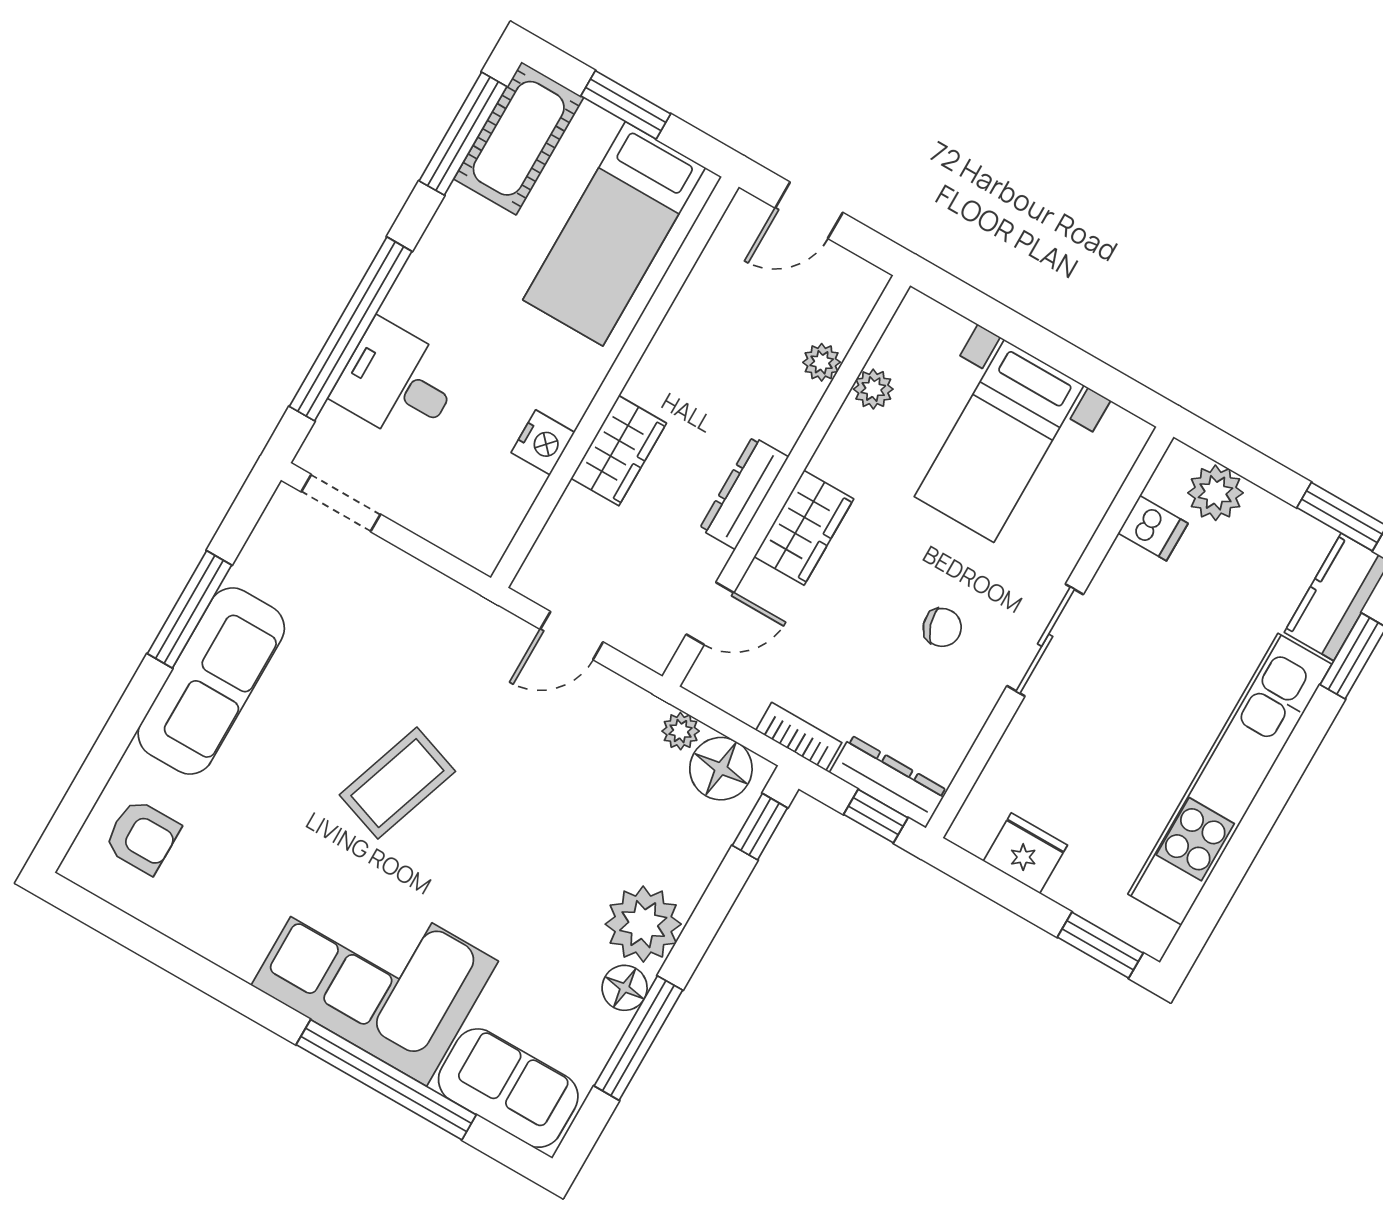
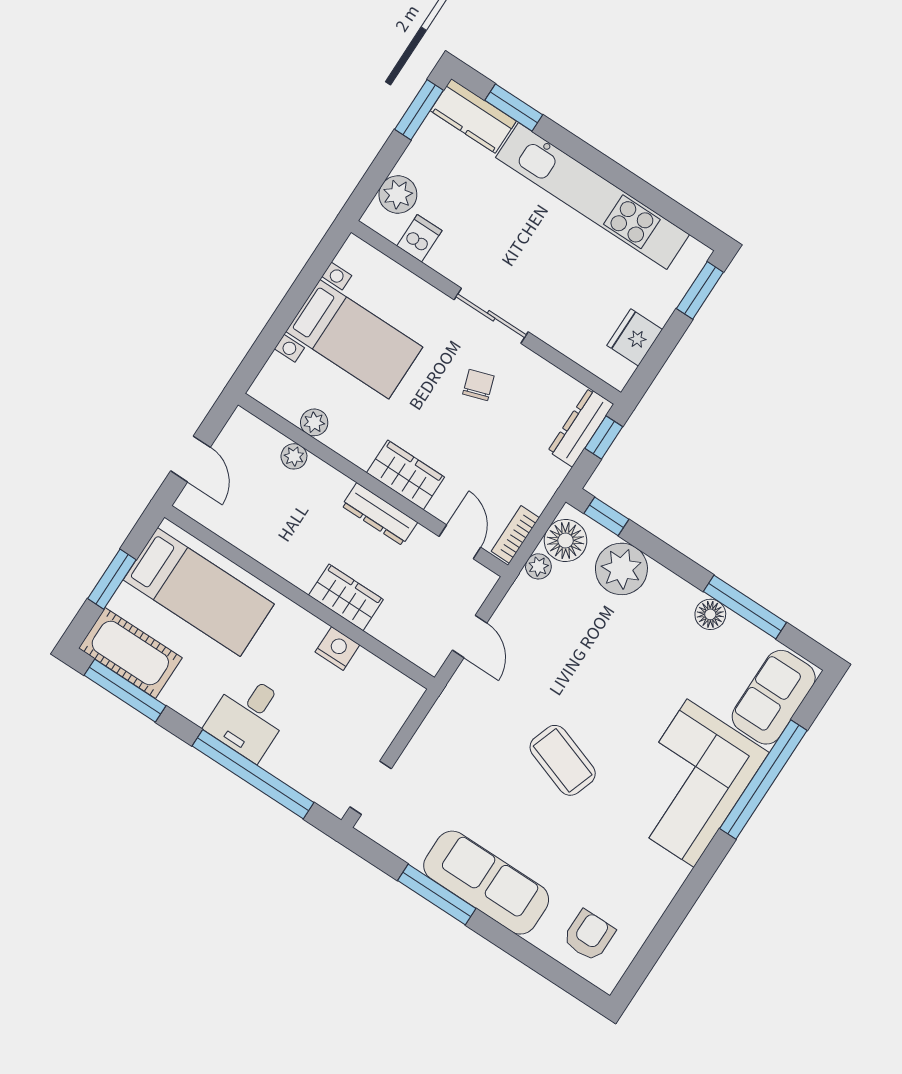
desk: (397, 382) -> (249, 717), moved
bookcase: (799, 736) -> (515, 535), moved
plant: (643, 924) -> (621, 569), moved

